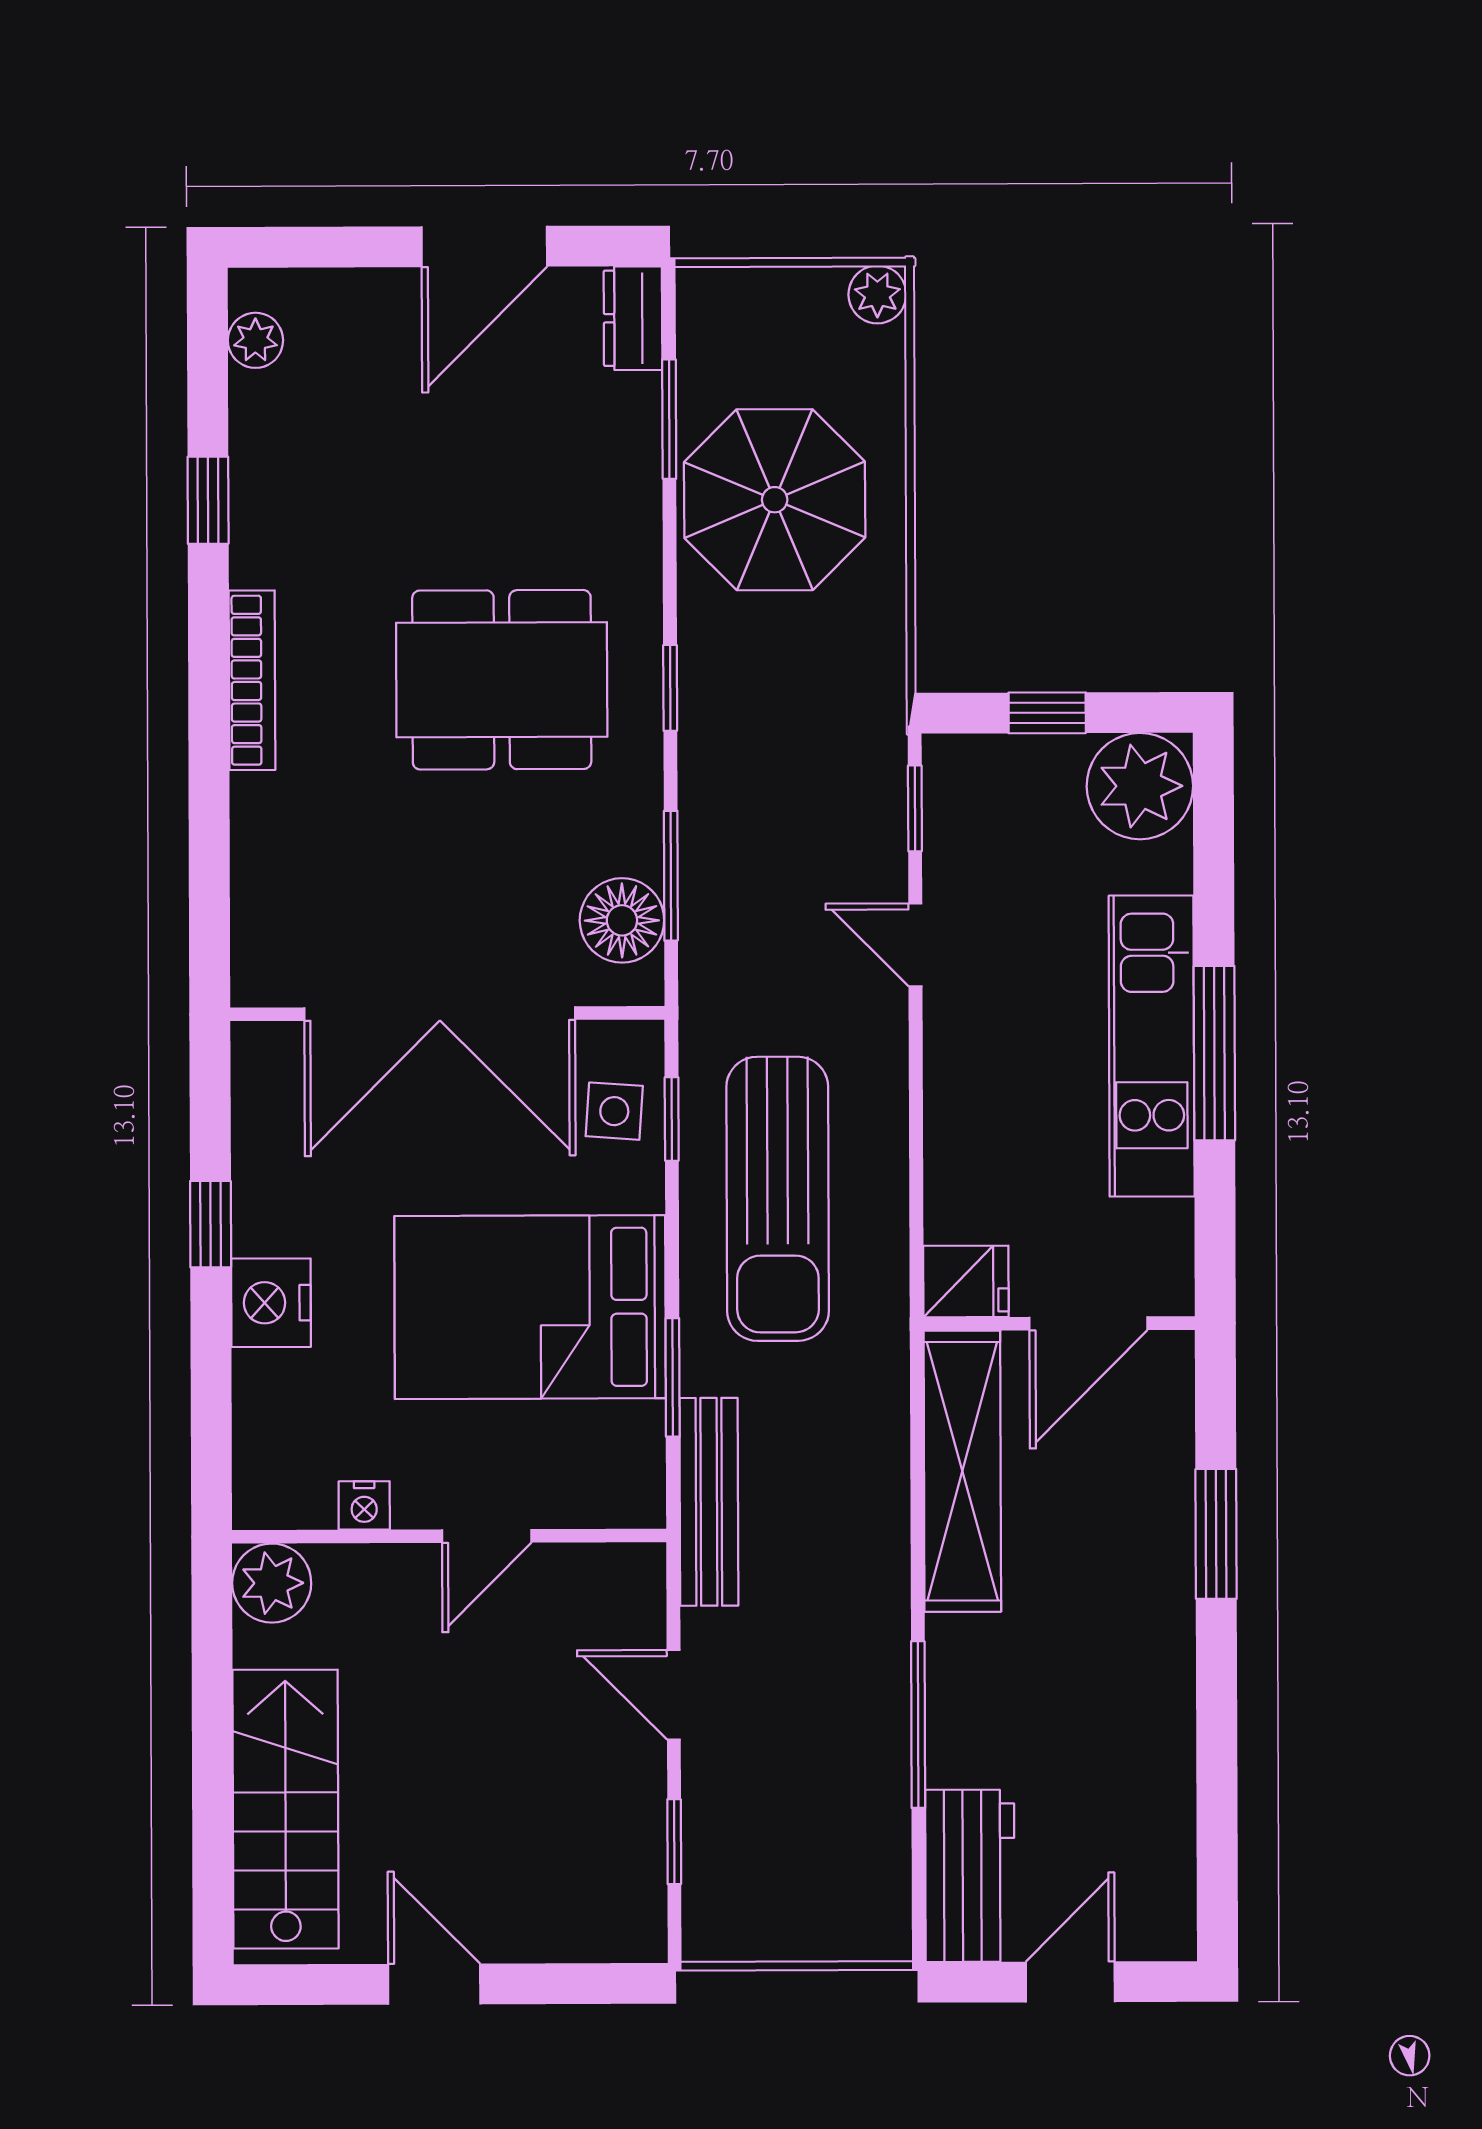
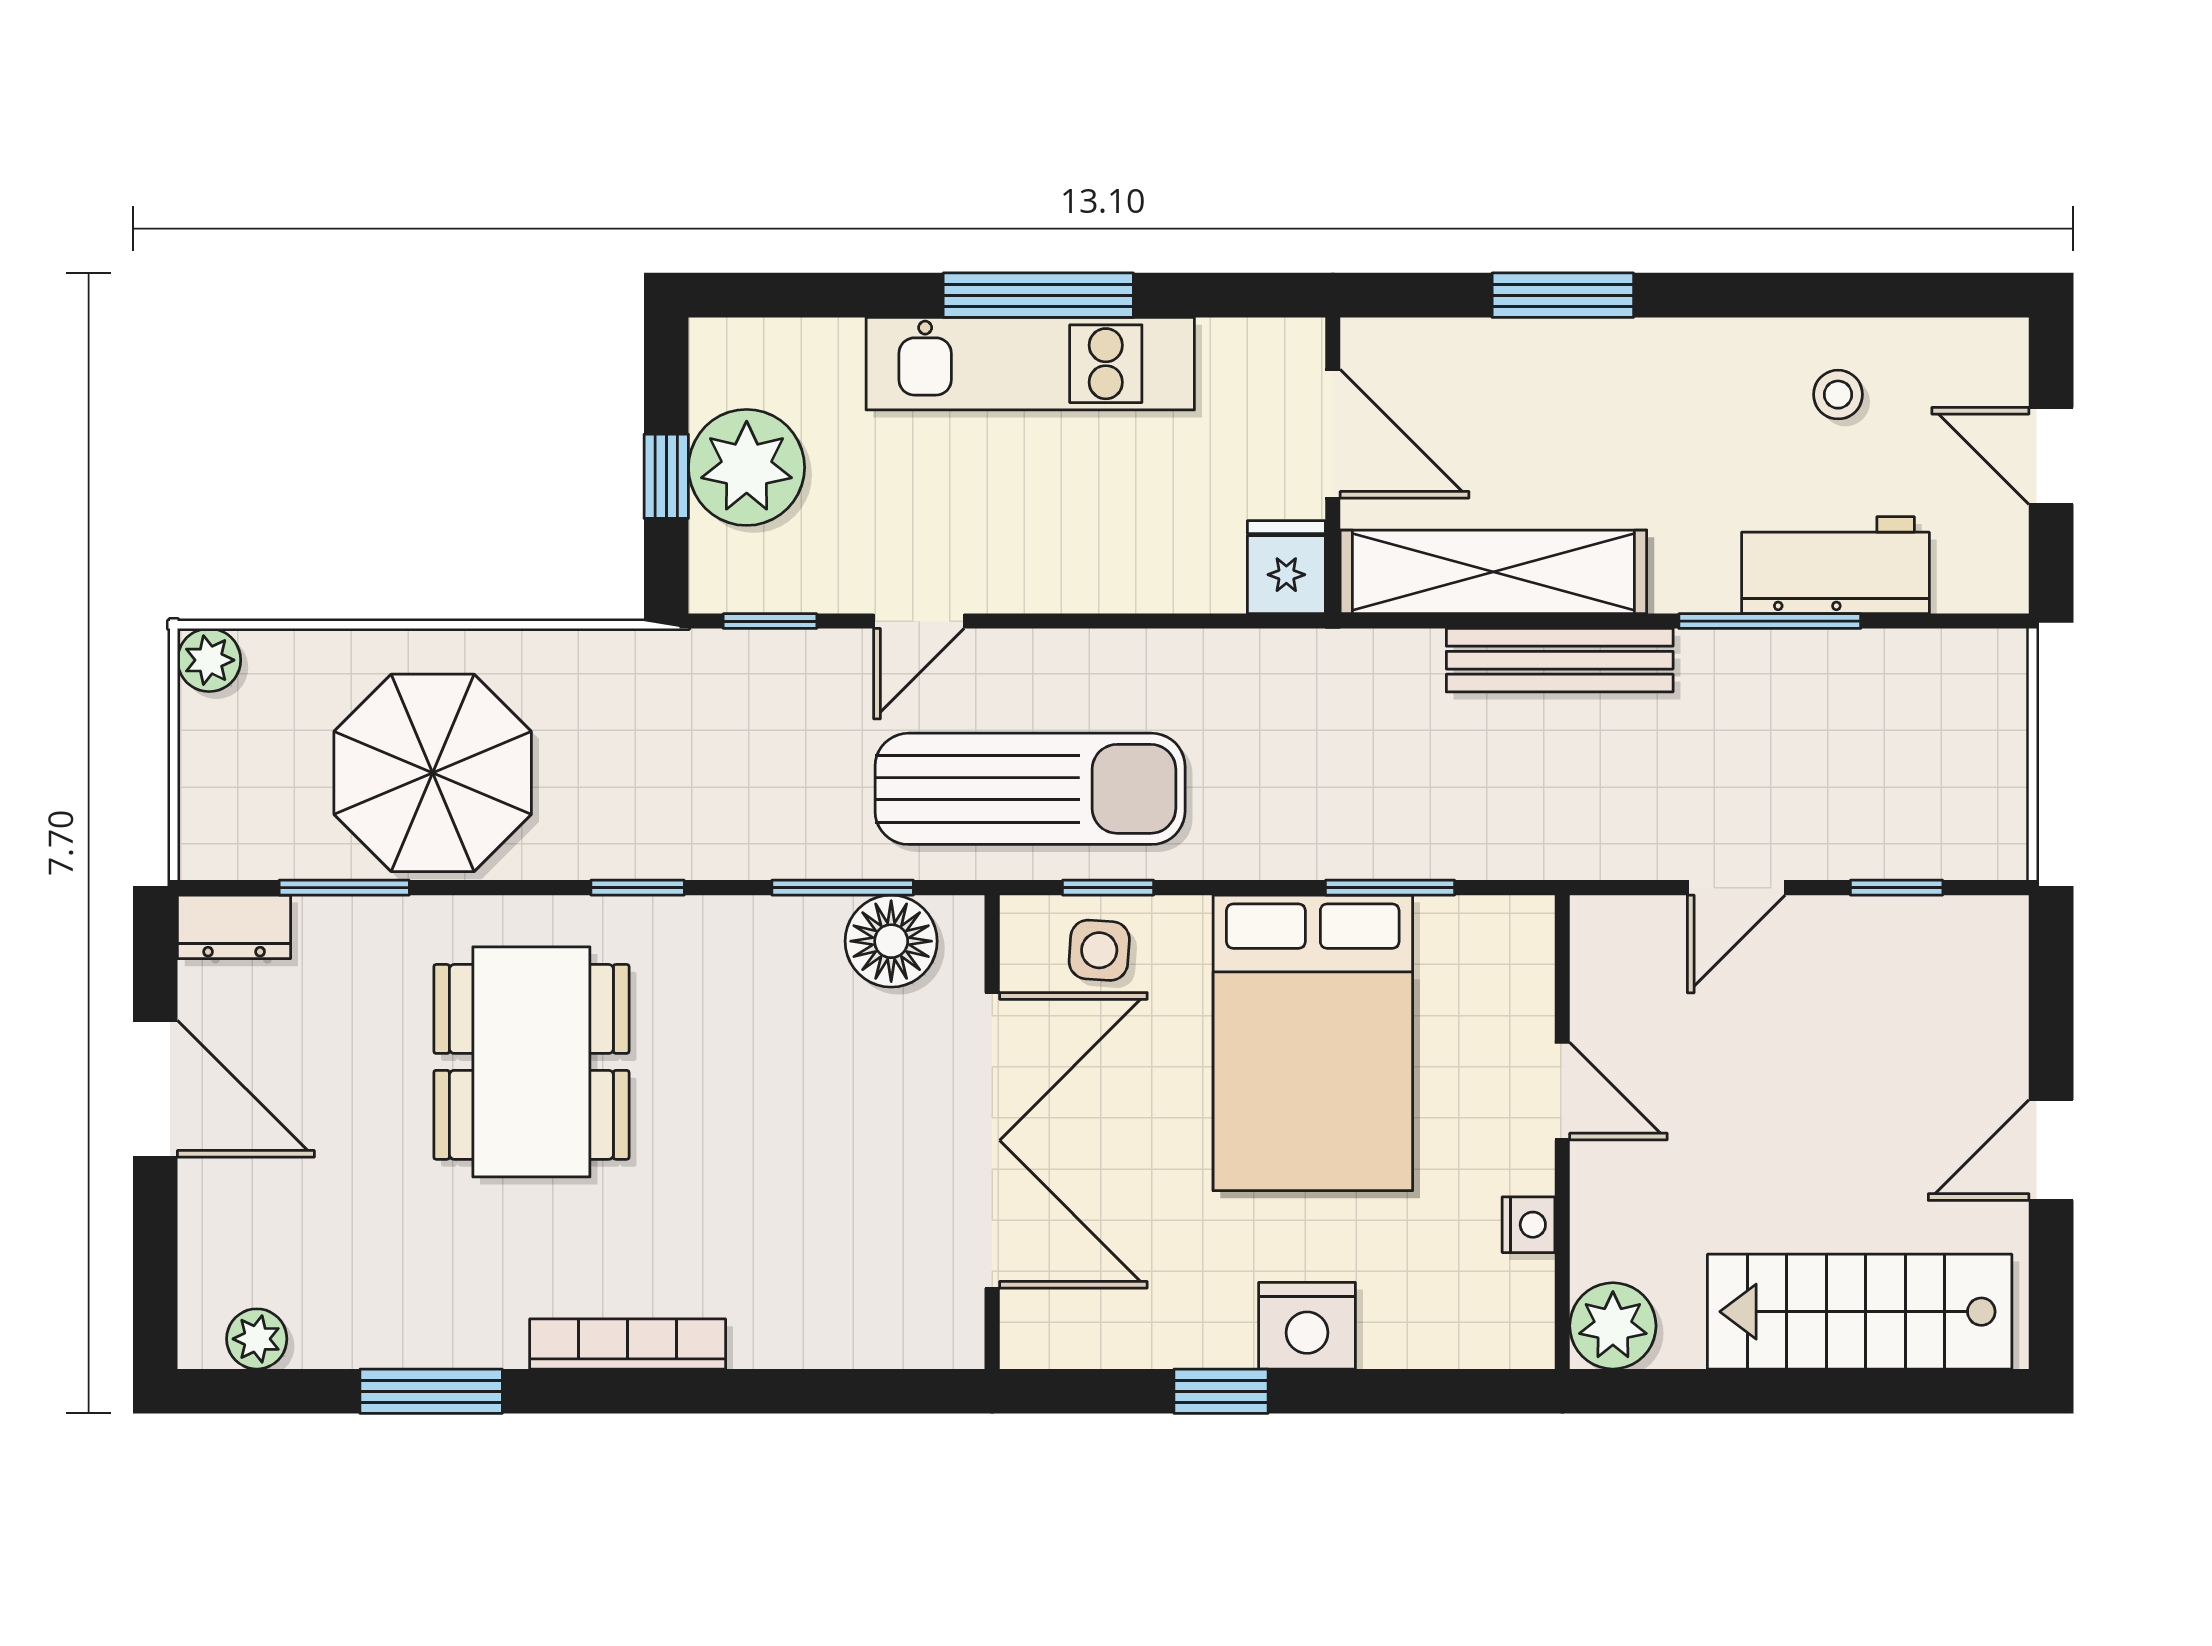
window: (208, 500) -> (431, 1391), width x1.50
dining table: (502, 680) -> (531, 1062), moved
plant: (1140, 786) -> (747, 467), moved
sun lounger: (778, 1199) -> (1030, 789), moved
bench: (709, 1502) -> (1560, 660), moved
stool: (1126, 1786) -> (1838, 395), added
workbench: (970, 1876) -> (1835, 565), moved

